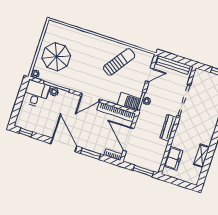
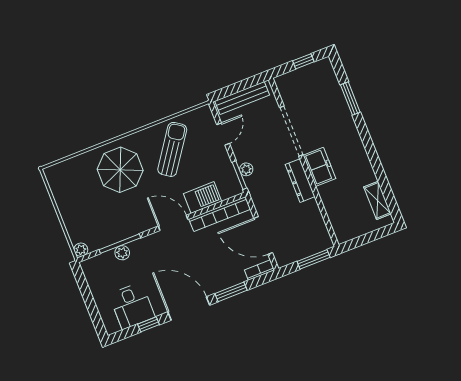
parasol: (56, 57) -> (120, 170), moved
desk: (36, 94) -> (132, 306), moved, turned 180
door: (90, 98) -> (173, 223), swing flipped
barbecue: (129, 102) -> (203, 197), moved
window: (26, 133) -> (148, 324), moved
shelving: (201, 156) -> (377, 200), moved
freezer: (173, 158) -> (319, 167), moved

